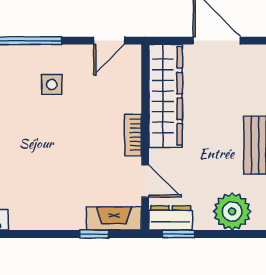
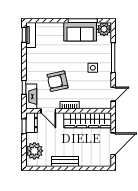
door: (109, 41) -> (113, 94), swing flipped
armchair: (81, 161) -> (58, 81), added
door: (145, 181) -> (48, 111), hinge flipped

